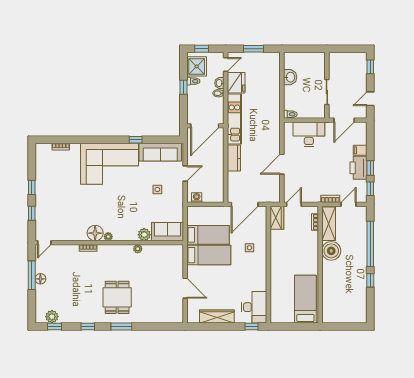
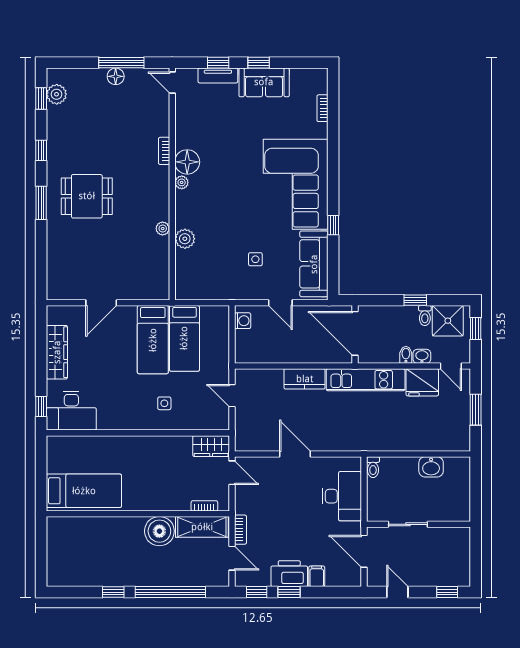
door: (245, 204) -> (232, 396), width x0.53
tv unit: (40, 213) -> (218, 76), added
sofa: (167, 232) -> (264, 82), moved, turned 90

